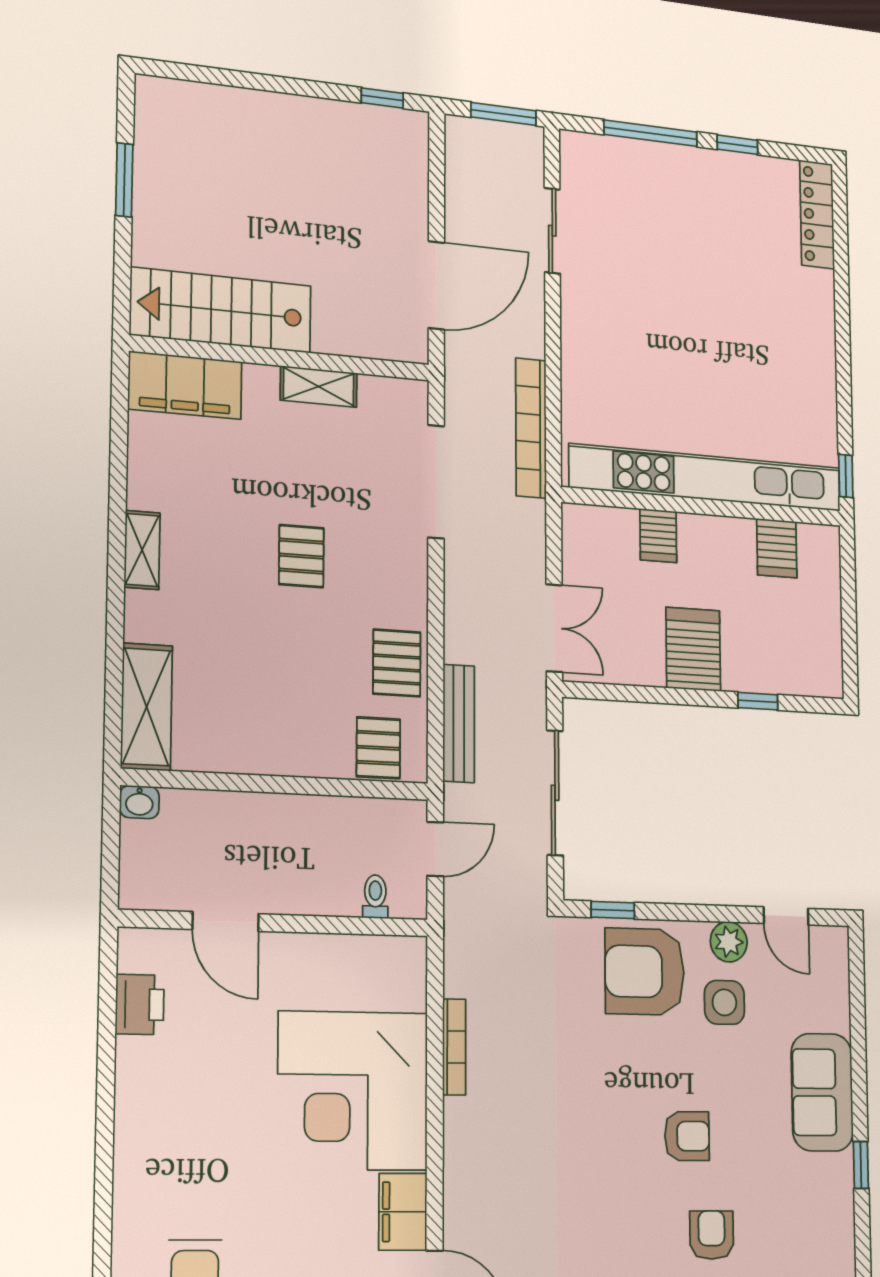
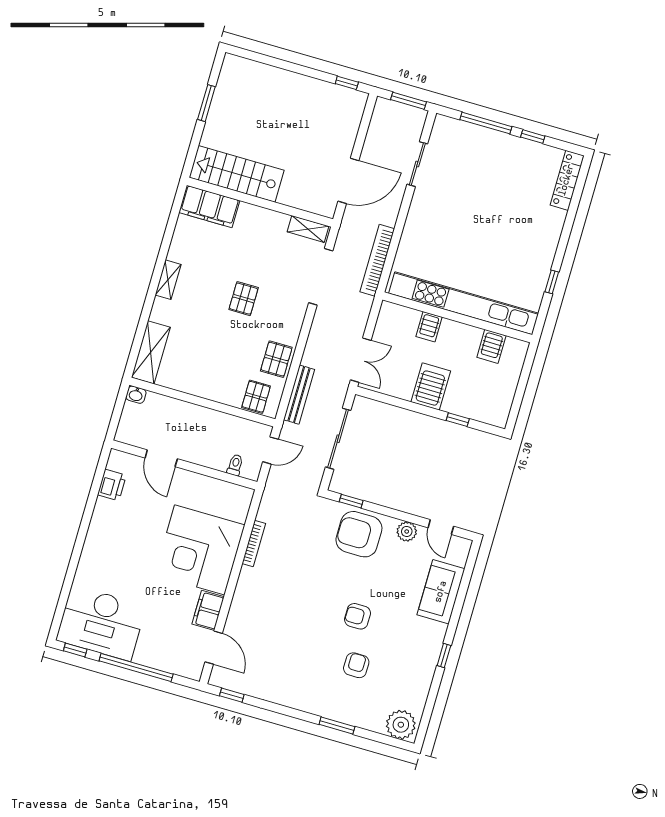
shelving: (319, 386) -> (308, 229), moved
window: (846, 476) -> (552, 282), moved
side table: (724, 1002) -> (396, 559), removed
sofa: (822, 1092) -> (441, 592), moved
armchair: (687, 1136) -> (357, 616), turned 180

